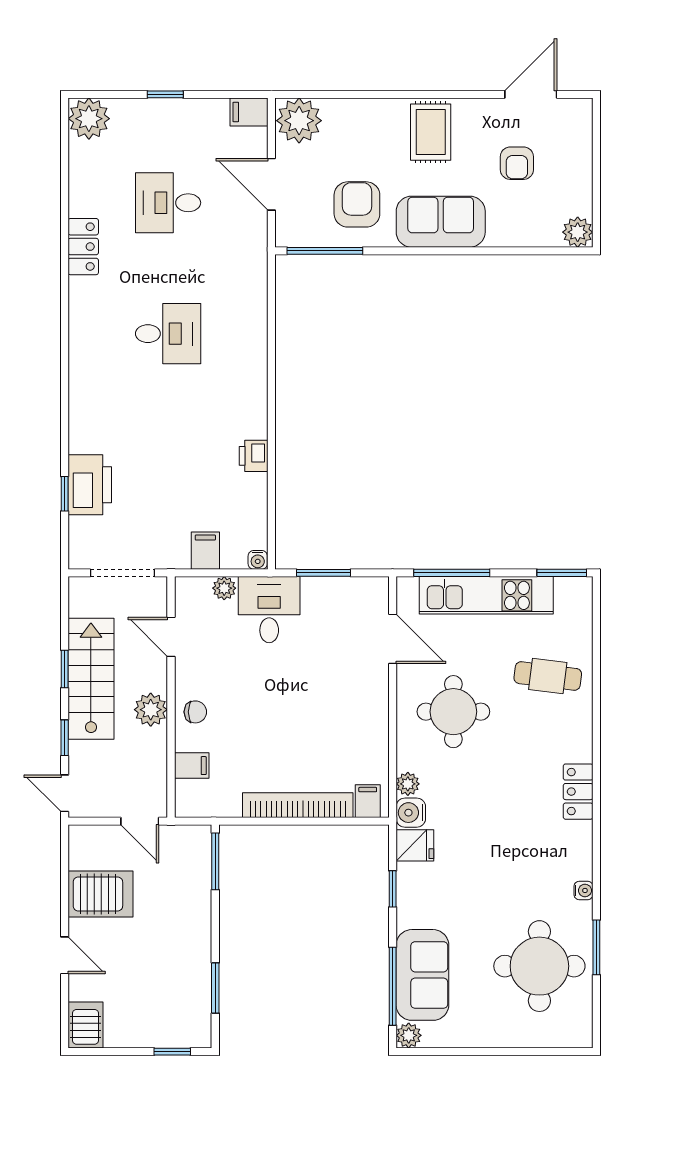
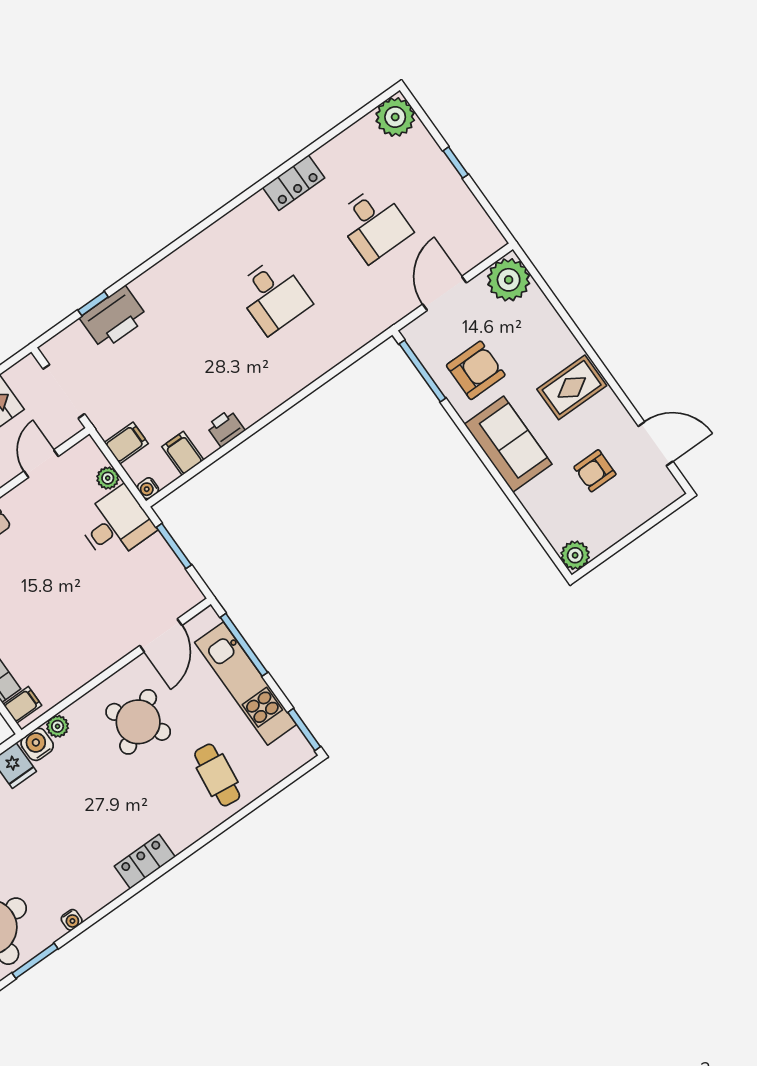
filing cabinet: (249, 112) -> (183, 453), moved
desk: (168, 203) -> (374, 224), turned 180
round table: (453, 712) -> (138, 722), turned -32

